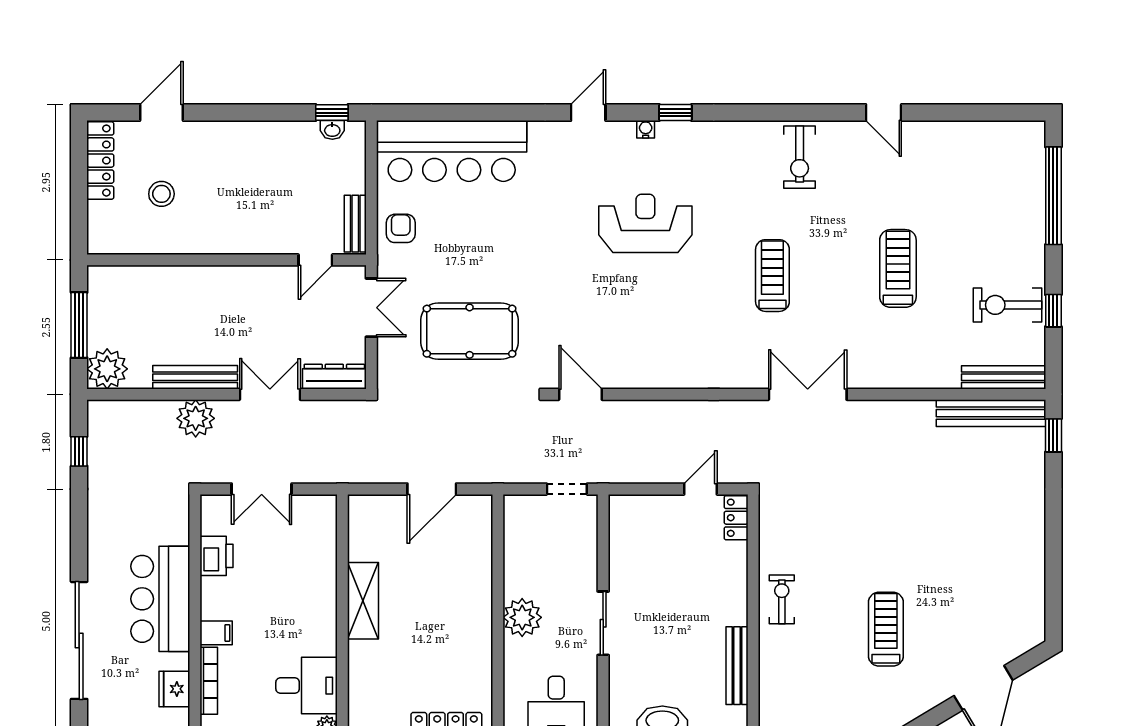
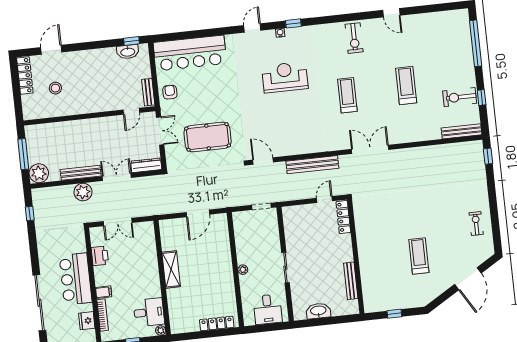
washbasin: (332, 130) -> (128, 52), width x1.91, depth x1.45
bench: (991, 413) -> (312, 165), moved
locker: (736, 518) -> (343, 217), width x1.53
exercise bike: (782, 599) -> (476, 224), moved
plant: (522, 617) -> (243, 270), width x0.53, depth x0.53

